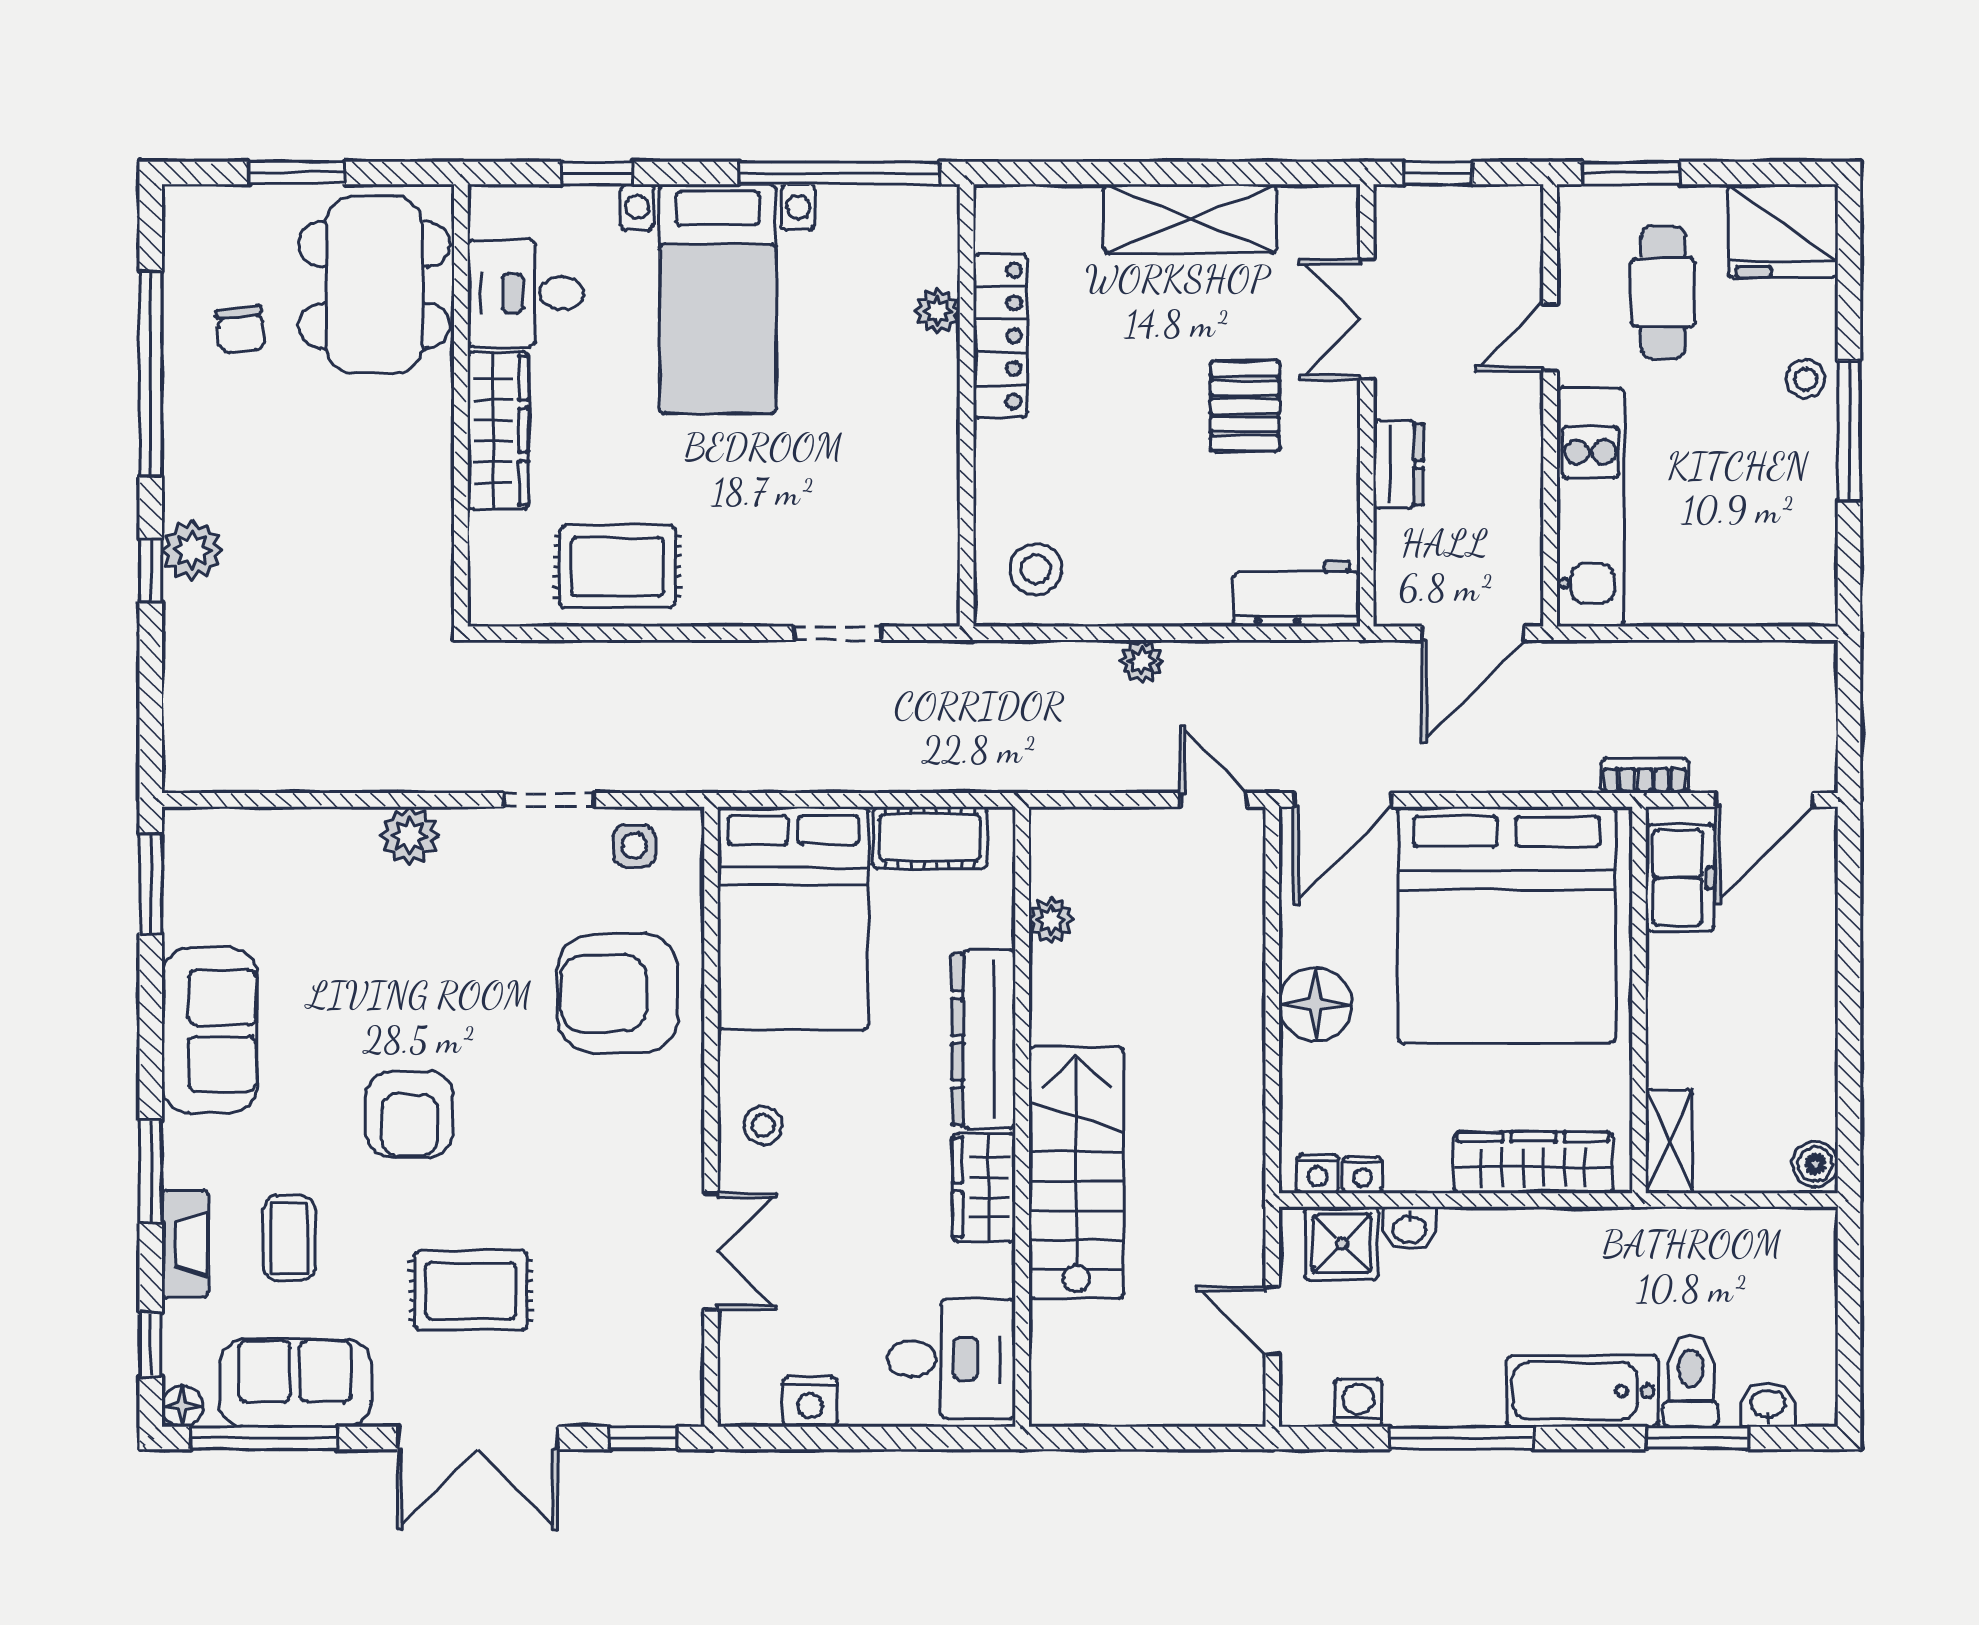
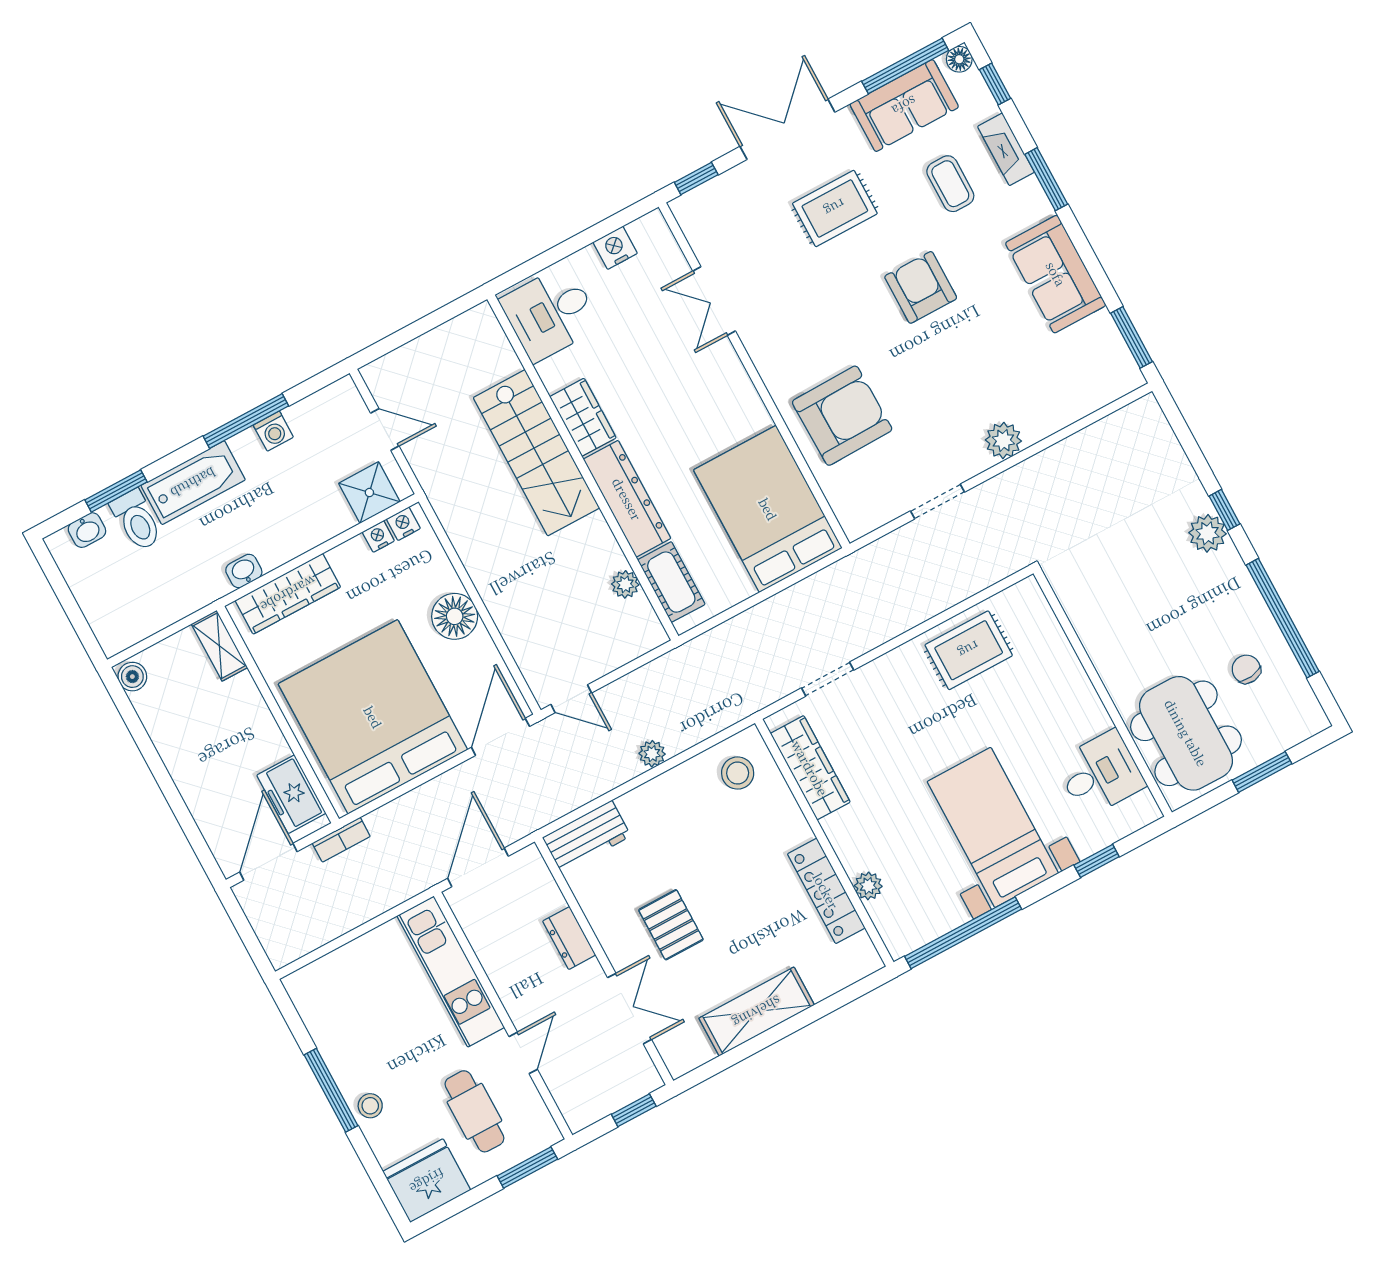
wardrobe: (498, 430) -> (810, 768), moved, turned 180
cot: (930, 838) -> (671, 582), moved, turned 90
side table: (634, 846) -> (877, 502), removed
stool: (763, 1125) -> (723, 386), removed
washbasin: (1409, 1228) -> (244, 571), moved
washing machine: (1358, 1403) -> (273, 431), moved

